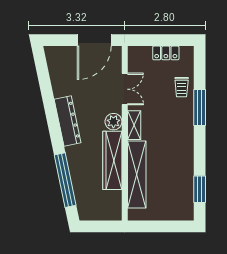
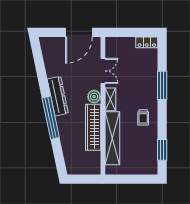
locker: (166, 53) -> (147, 42), moved
trolley: (182, 87) -> (143, 117), moved
window: (65, 180) -> (51, 118), moved

